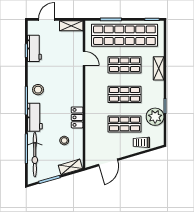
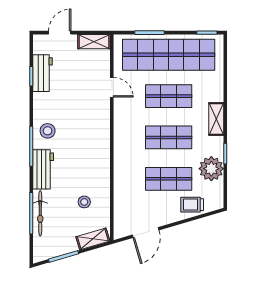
shelving: (159, 68) -> (216, 119), moved
locker: (77, 117) -> (102, 170), removed
bicycle: (35, 155) -> (40, 213), width x0.73, depth x0.71

